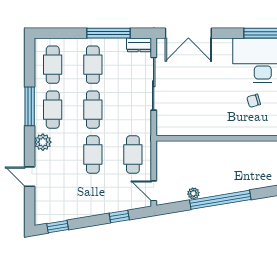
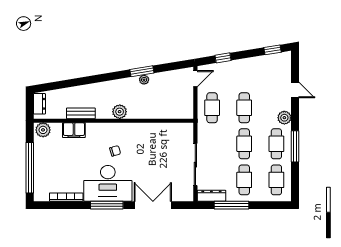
double door: (188, 33) -> (153, 205), moved
dresser: (139, 45) -> (211, 196), width x1.44
plant: (248, 150) -> (120, 112), added
door: (154, 191) -> (195, 79), hinge flipped
plant: (193, 193) -> (144, 80), moved
window: (220, 200) -> (142, 71), width x0.47

